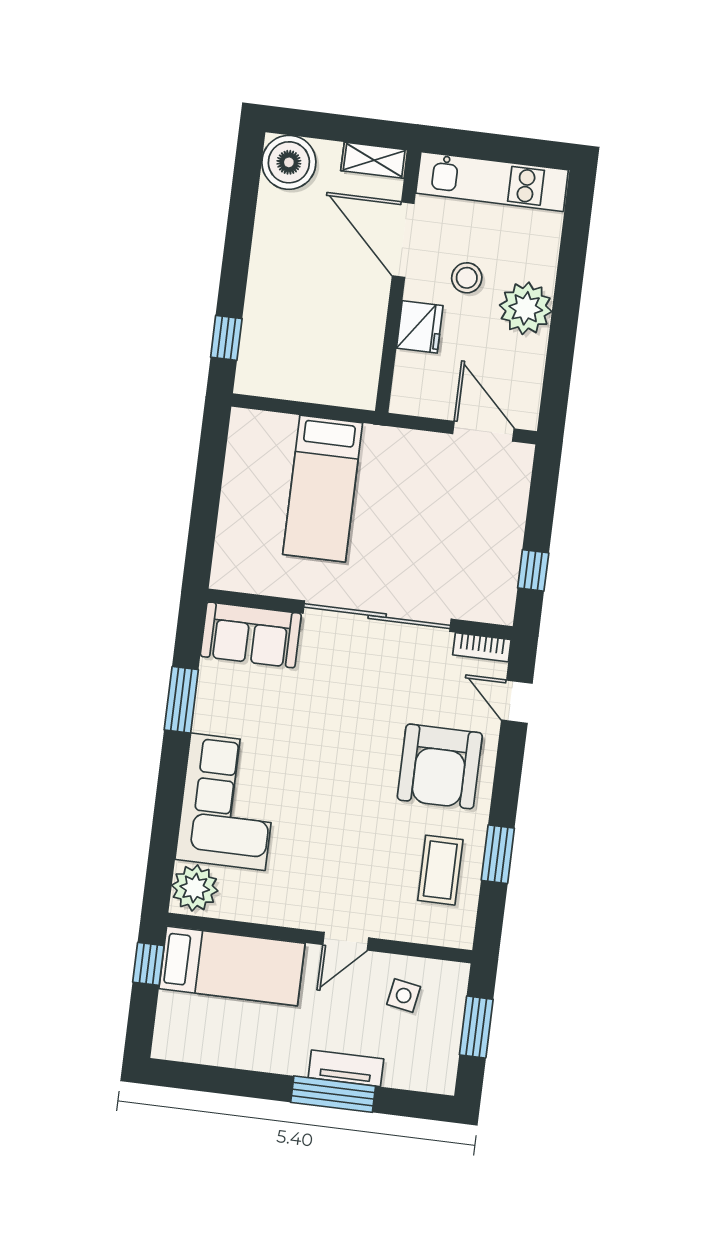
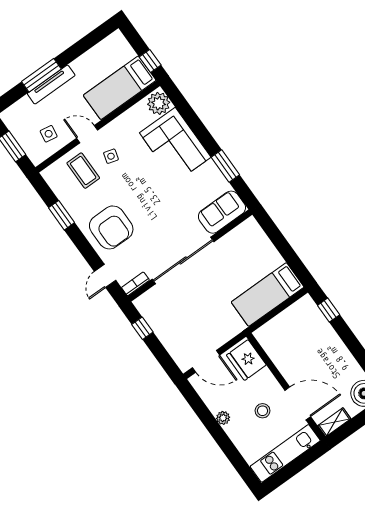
plant: (526, 308) -> (223, 418), width x0.53, depth x0.53
fridge: (420, 327) -> (246, 360), moved, width x1.36, depth x1.34
bed: (323, 489) -> (268, 295), moved, turned -90
door: (517, 702) -> (105, 276), swing flipped
armchair: (440, 766) -> (111, 227), turned 180
coffee table: (440, 870) -> (83, 171), moved
side table: (341, 875) -> (111, 156), added
door: (346, 941) -> (87, 134), hinge flipped
tv unit: (346, 1068) -> (51, 85), width x1.41

